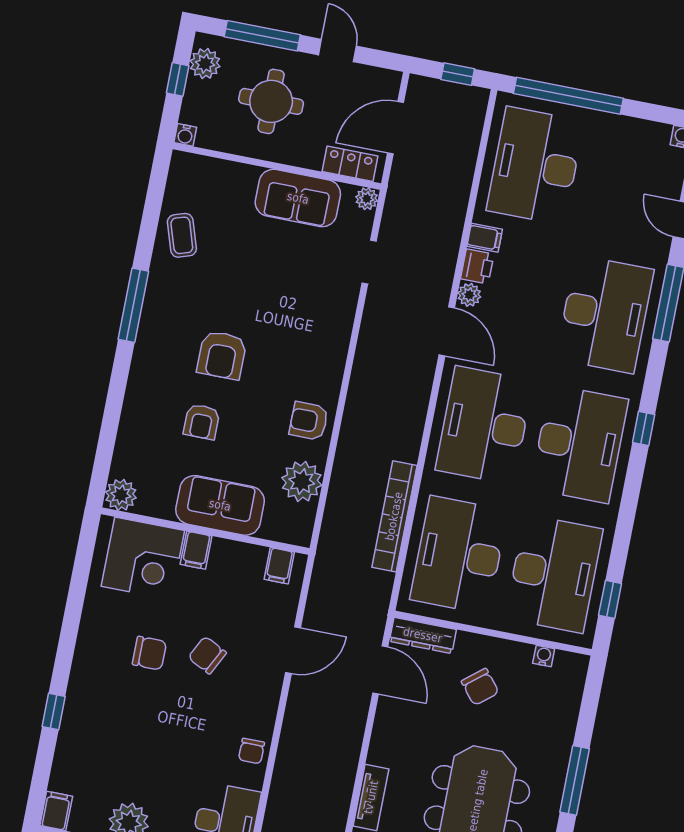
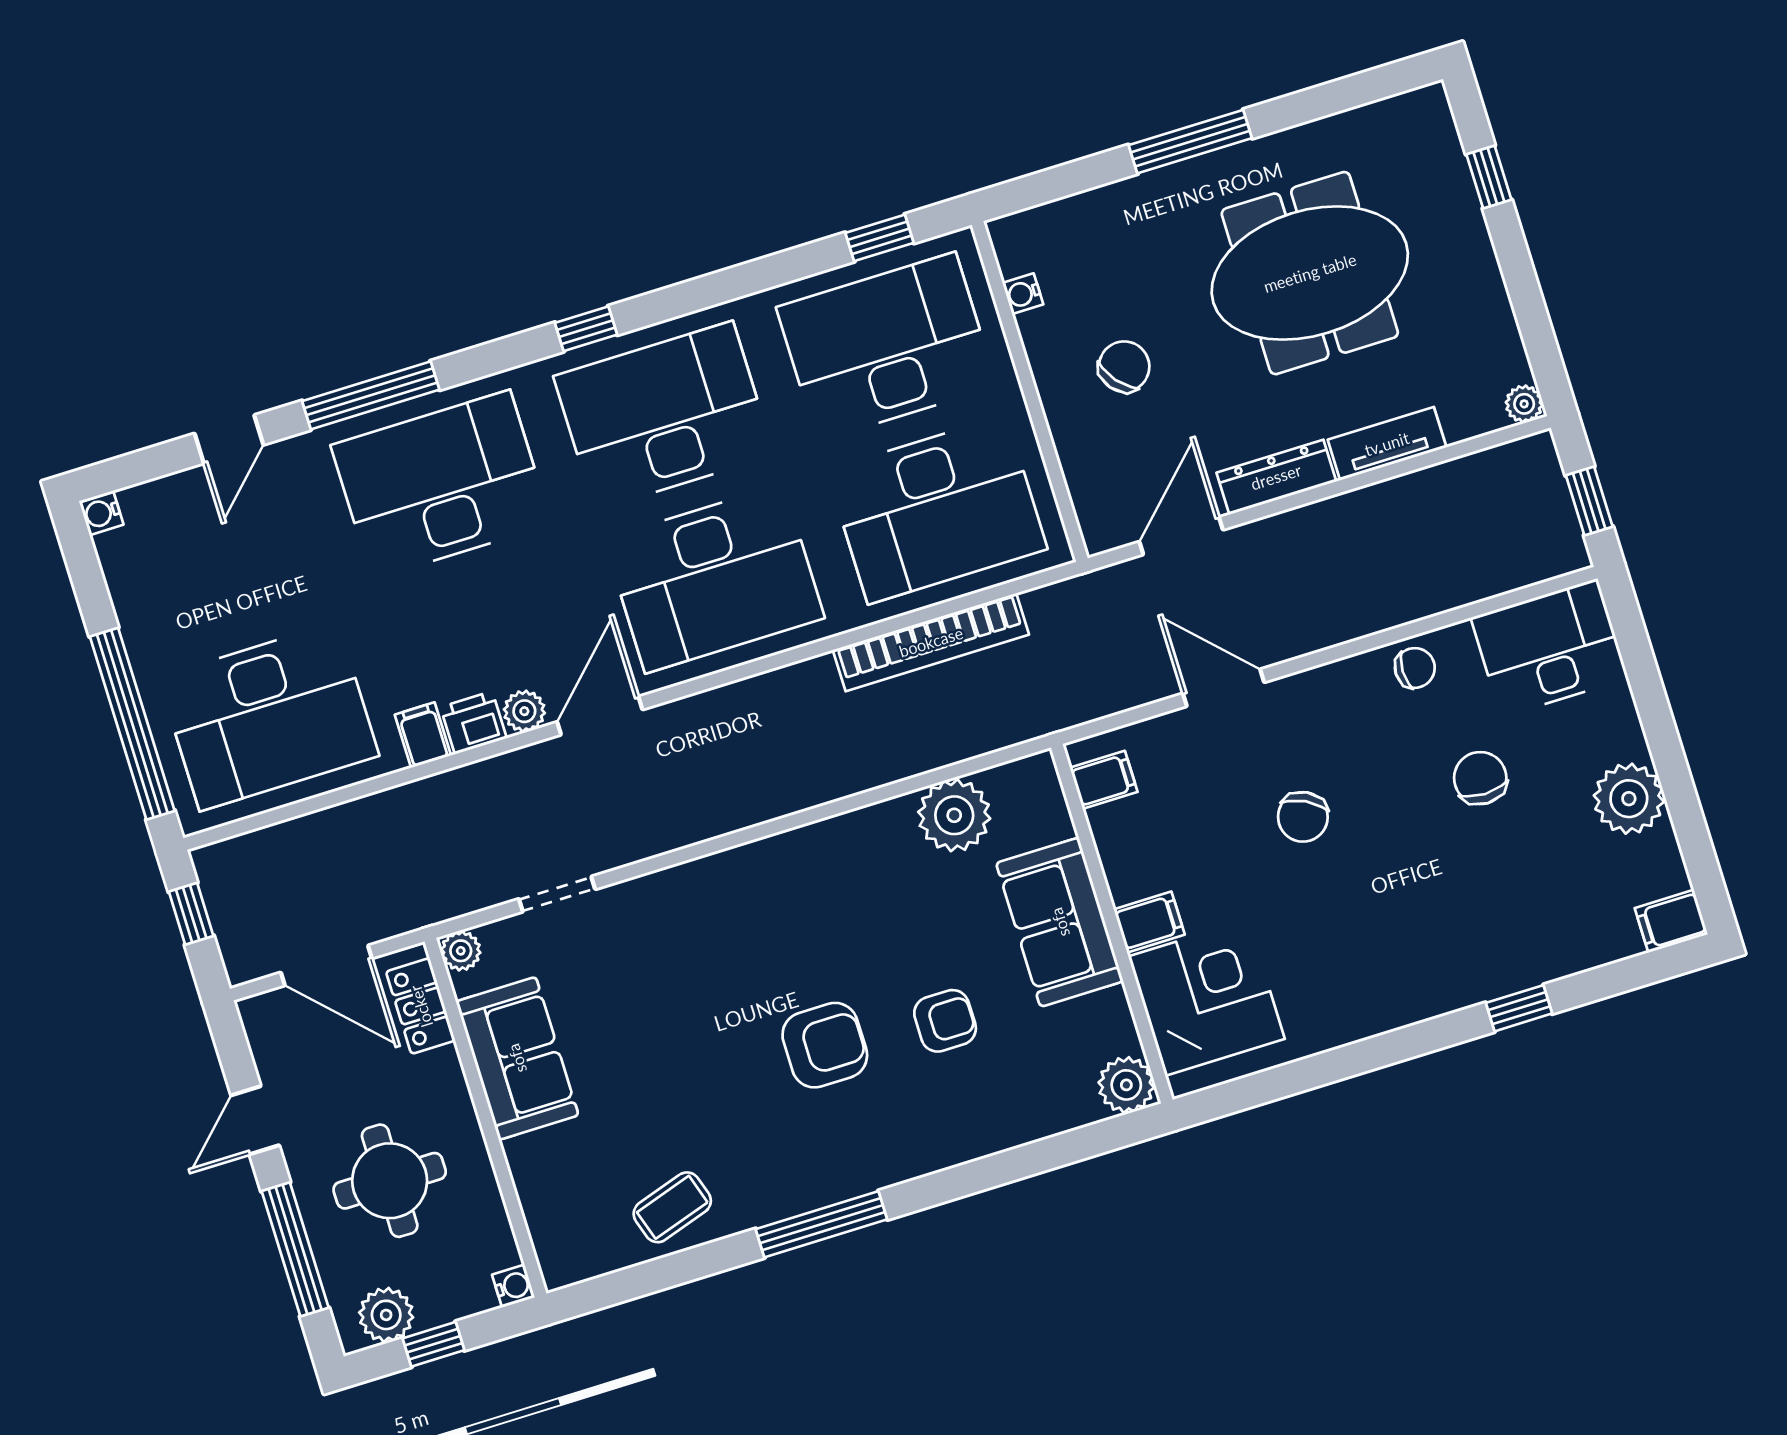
armchair: (309, 421) -> (854, 855), removed
dresser: (423, 635) -> (1276, 477), moved, turned -90
chair: (149, 653) -> (1480, 778), moved

